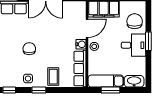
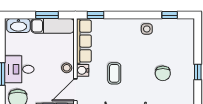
chair: (29, 49) -> (163, 73), moved
coffee table: (53, 77) -> (114, 73), moved
window: (39, 90) -> (96, 15), moved

